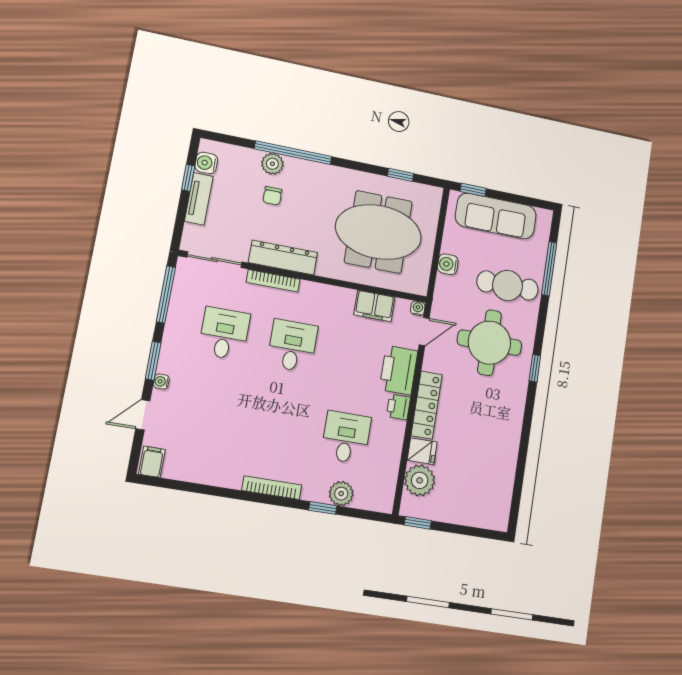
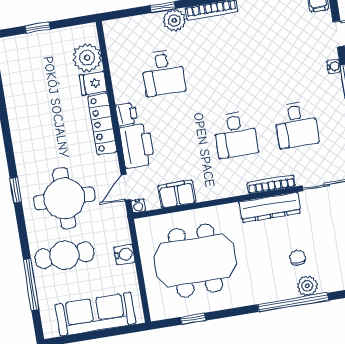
window: (473, 190) -> (124, 330), removed
plant: (341, 494) -> (174, 20), moved
window: (418, 523) -> (38, 28), moved

